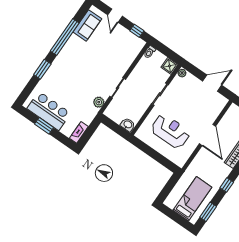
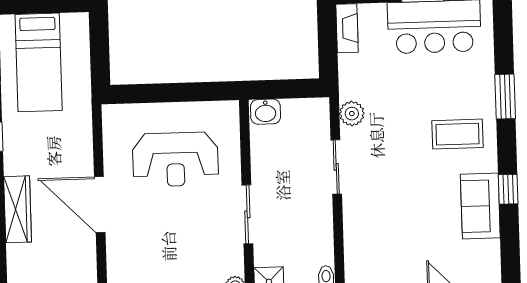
sofa: (87, 25) -> (480, 206), moved
window: (65, 37) -> (508, 189), width x0.32
coffee table: (68, 68) -> (458, 134), added

